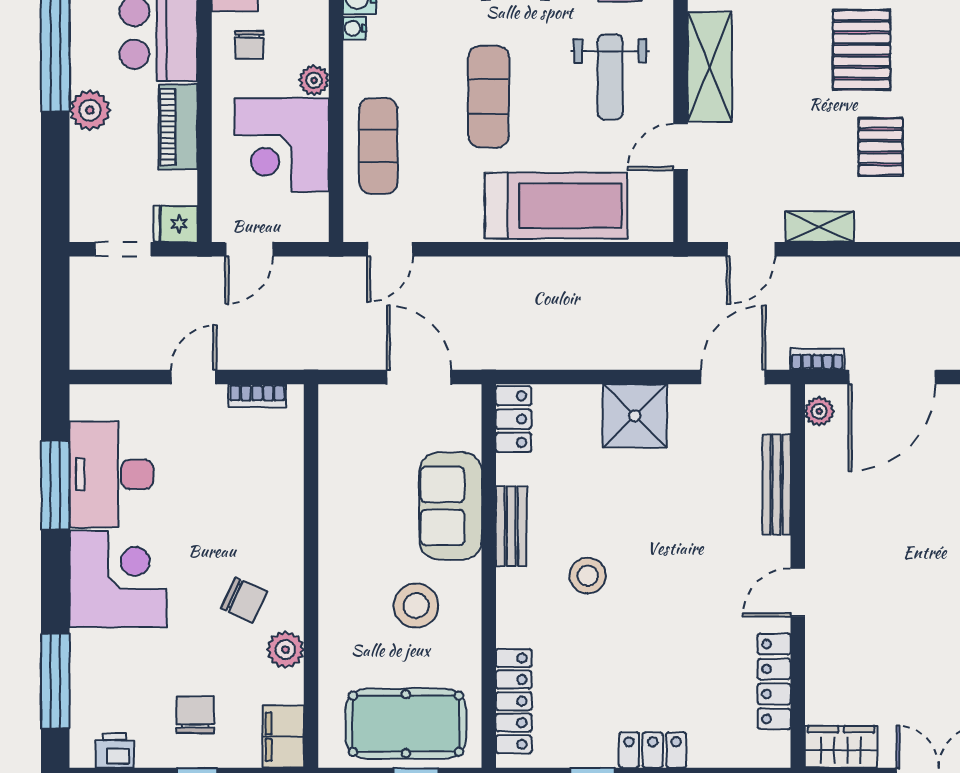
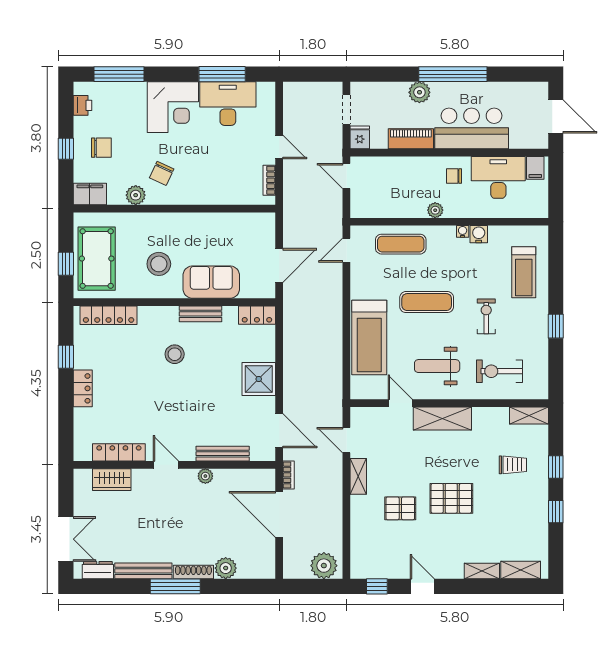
corner desk: (282, 145) -> (401, 193), removed
door: (390, 249) -> (346, 250), hinge flipped
plant: (819, 411) -> (205, 476), moved
wardrobe: (841, 747) -> (112, 480), moved, turned 90

